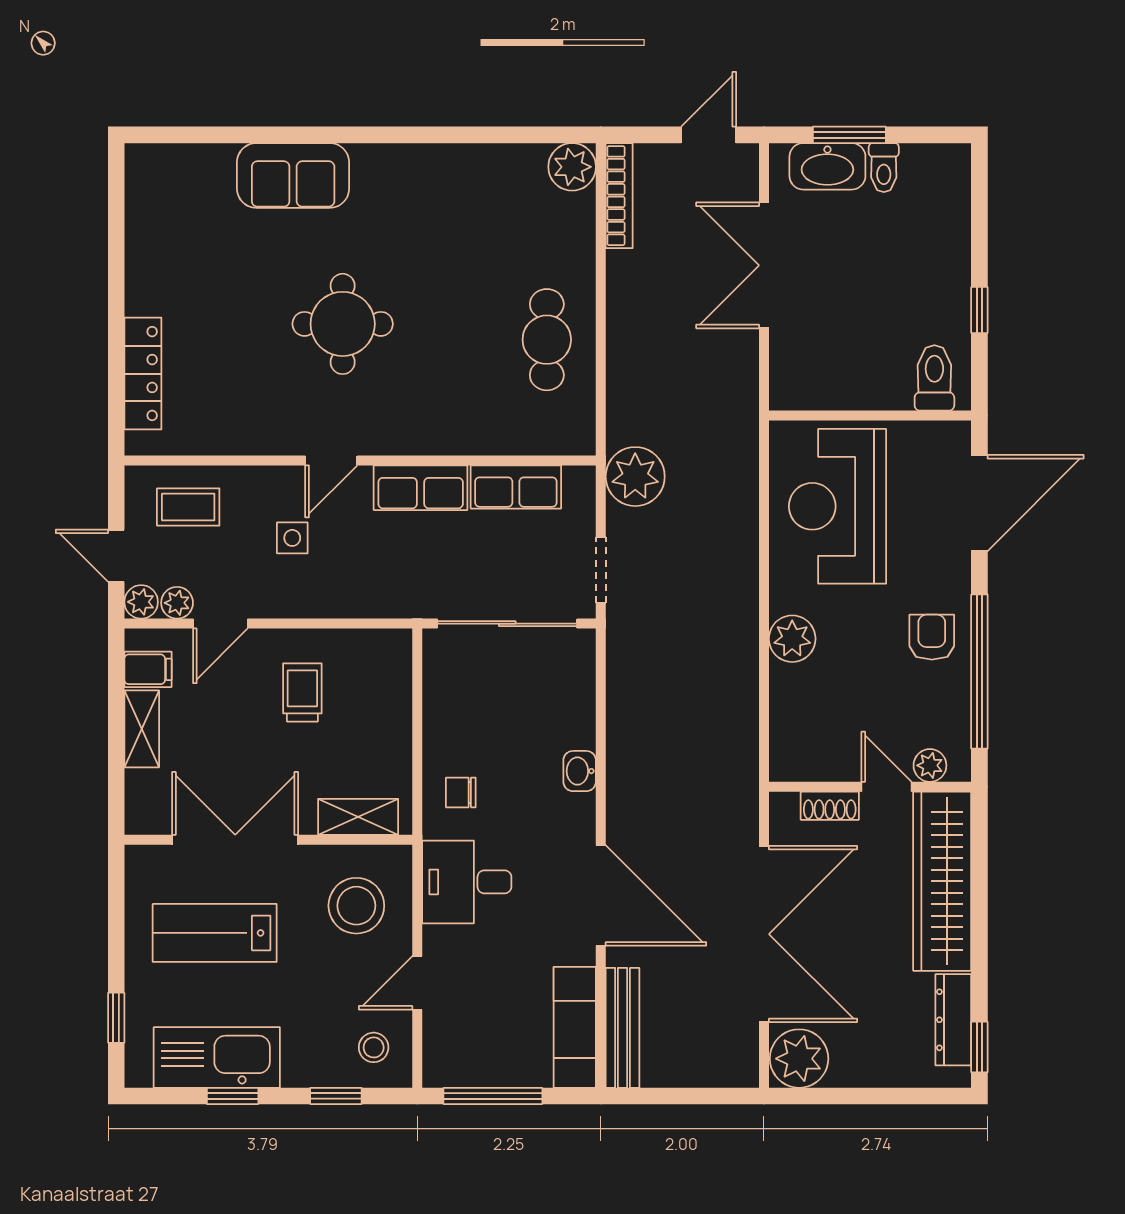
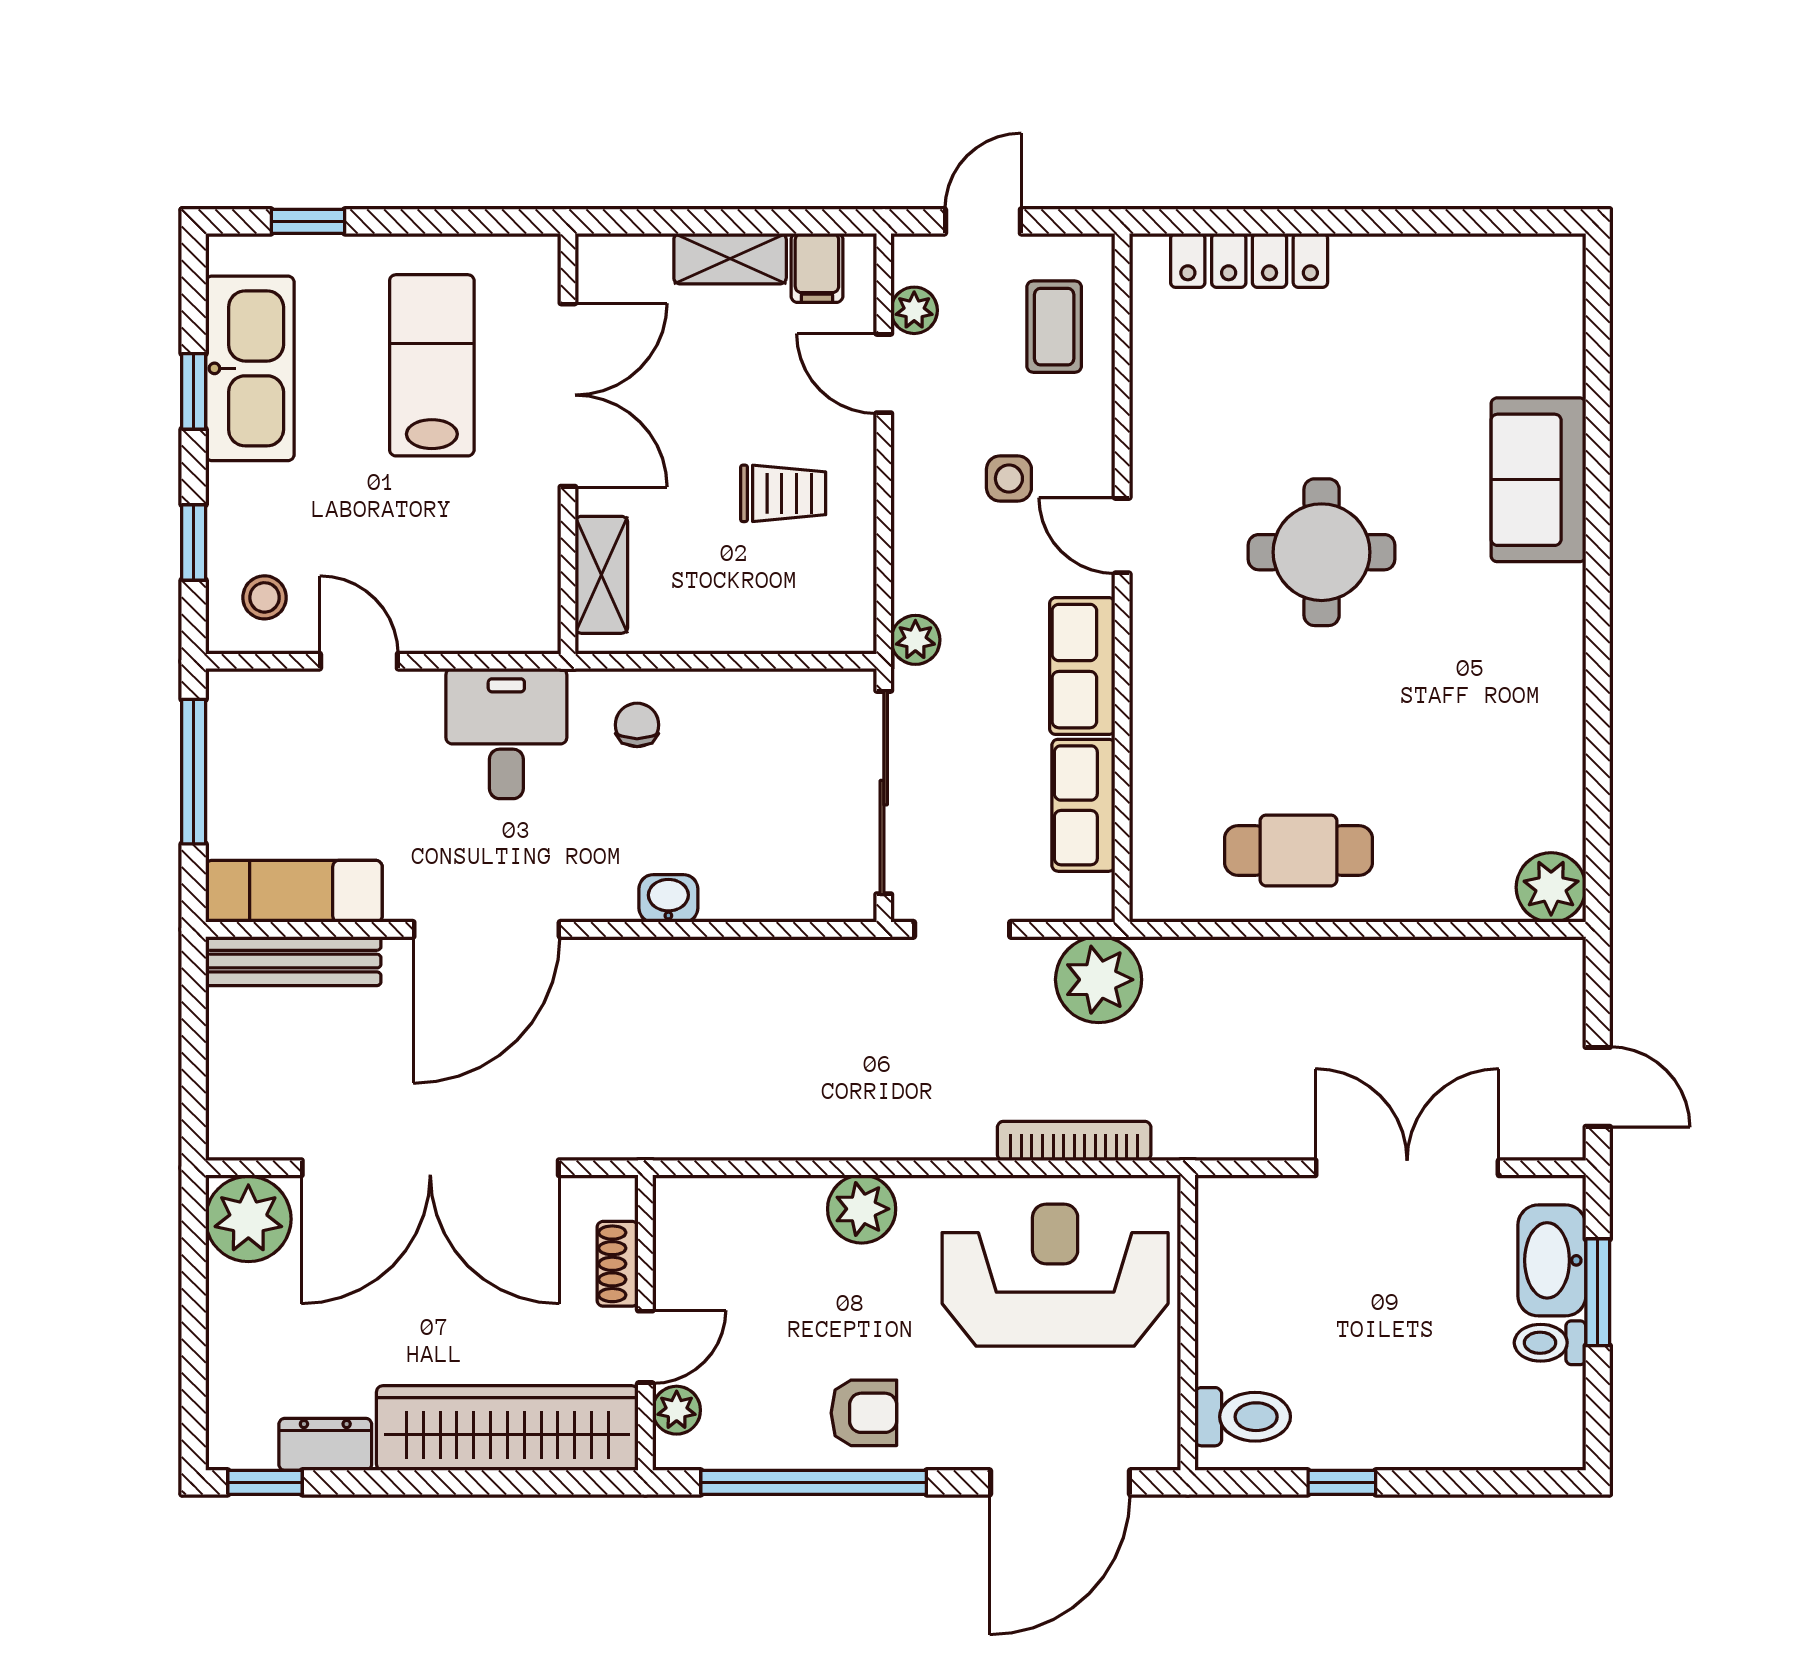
bookcase: (619, 196) -> (1074, 1141), moved, turned 180
door: (979, 503) -> (1060, 1482), hinge flipped
plant: (141, 602) -> (915, 640), moved
stool: (356, 906) -> (472, 572), removed
dresser: (953, 1020) -> (325, 1444), width x0.70

